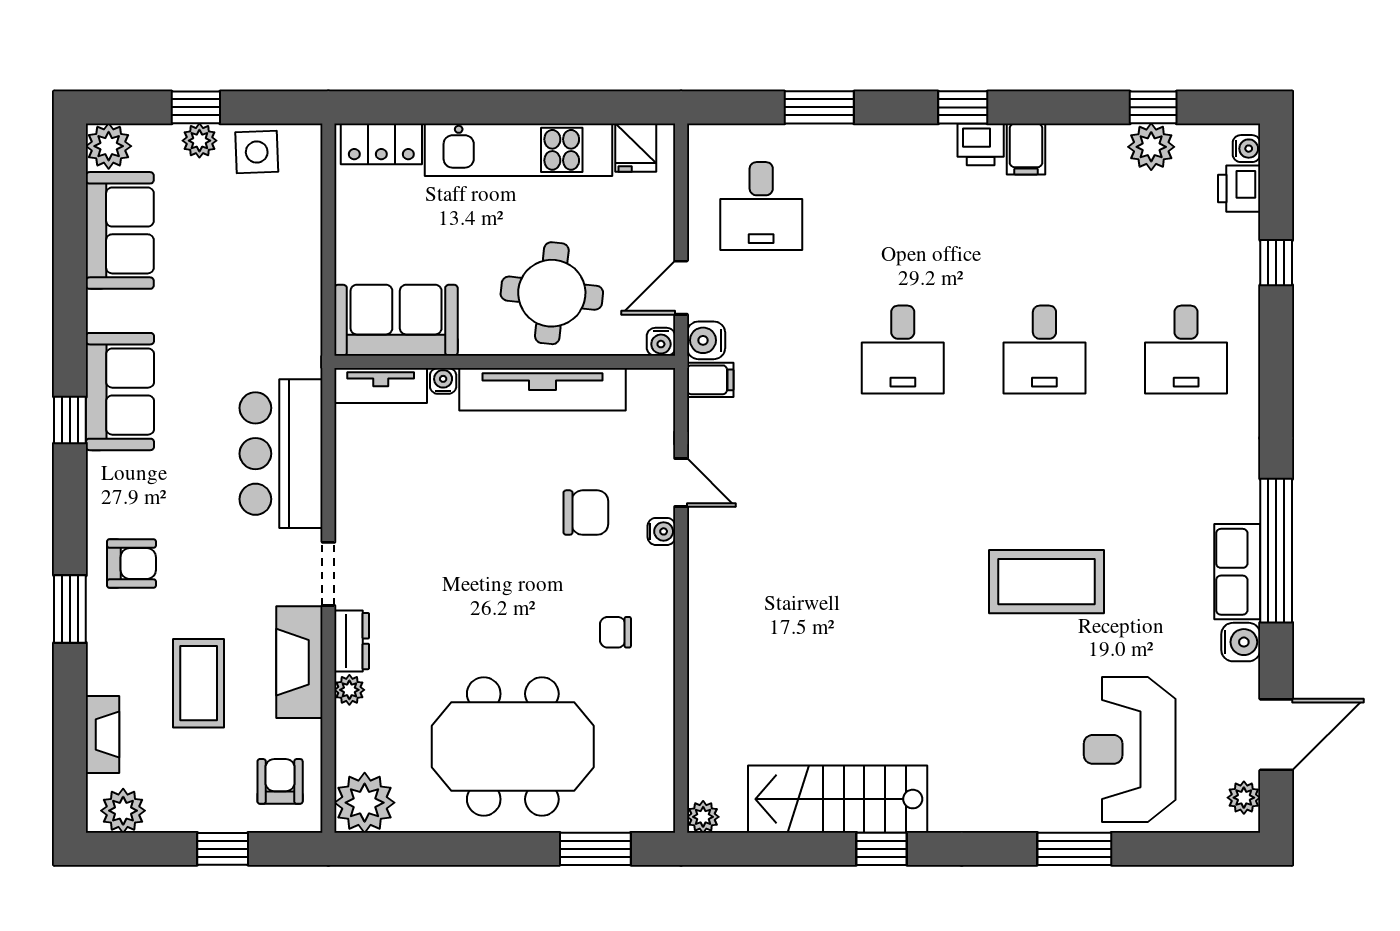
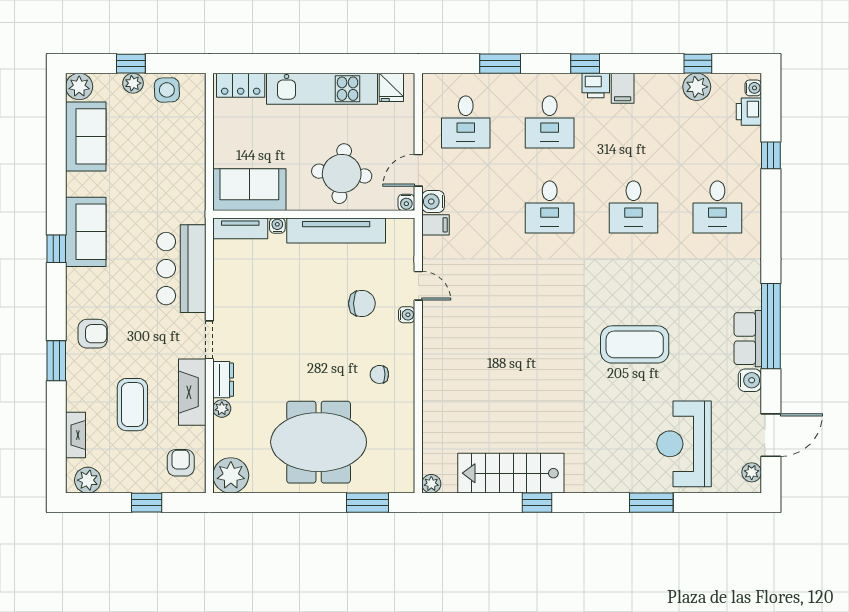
desk: (903, 206) -> (550, 122), added

